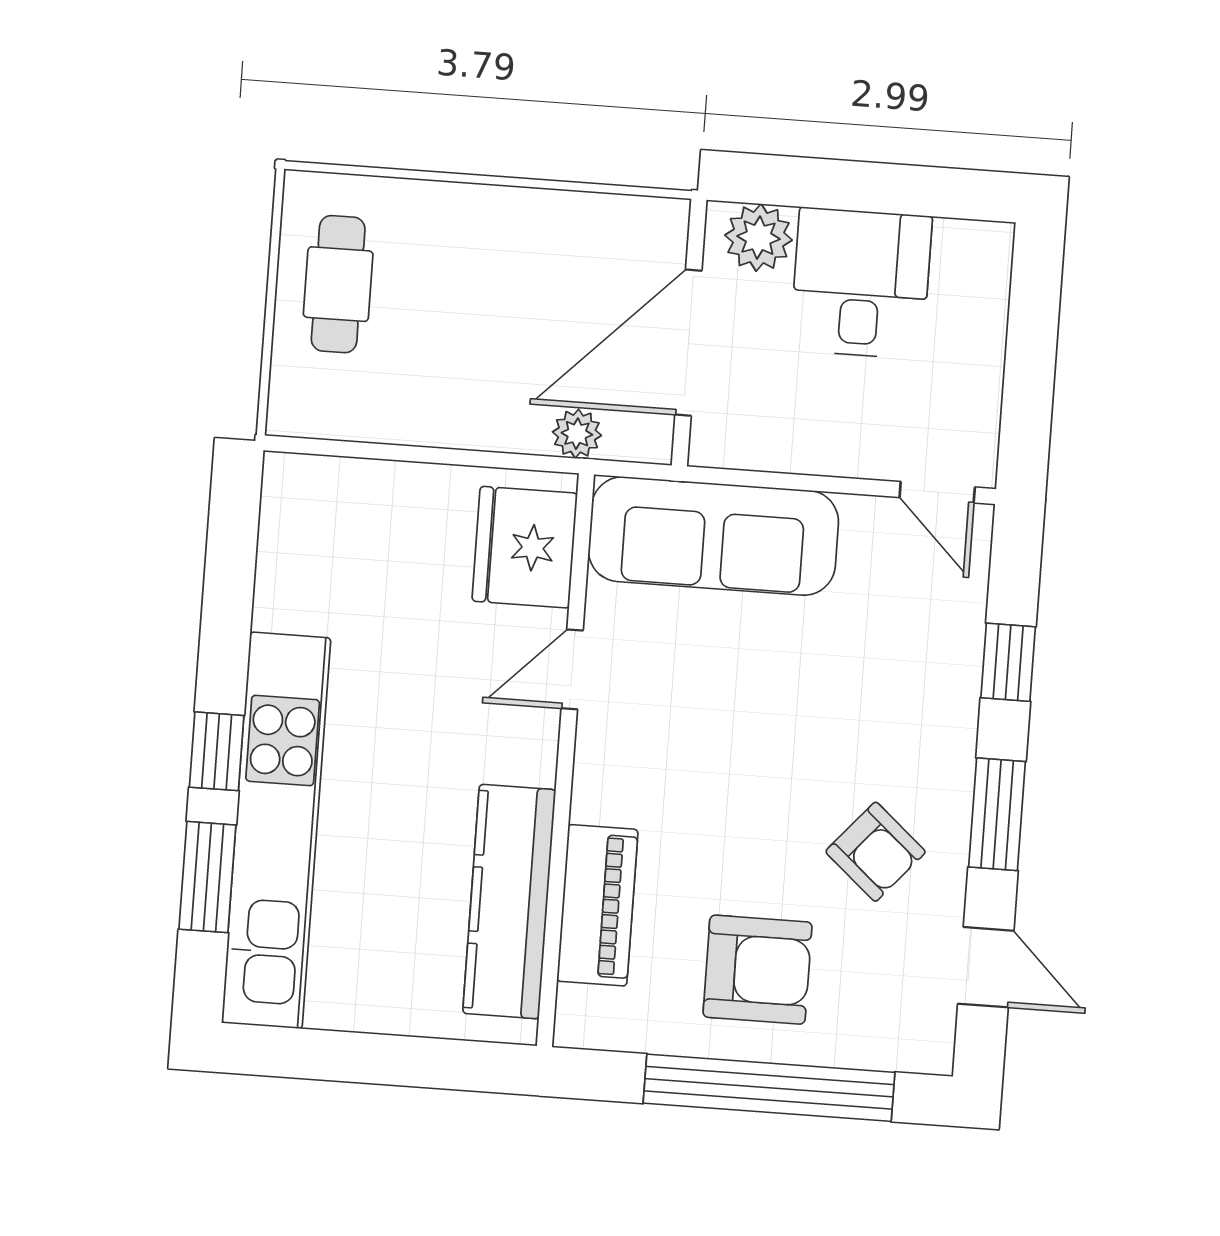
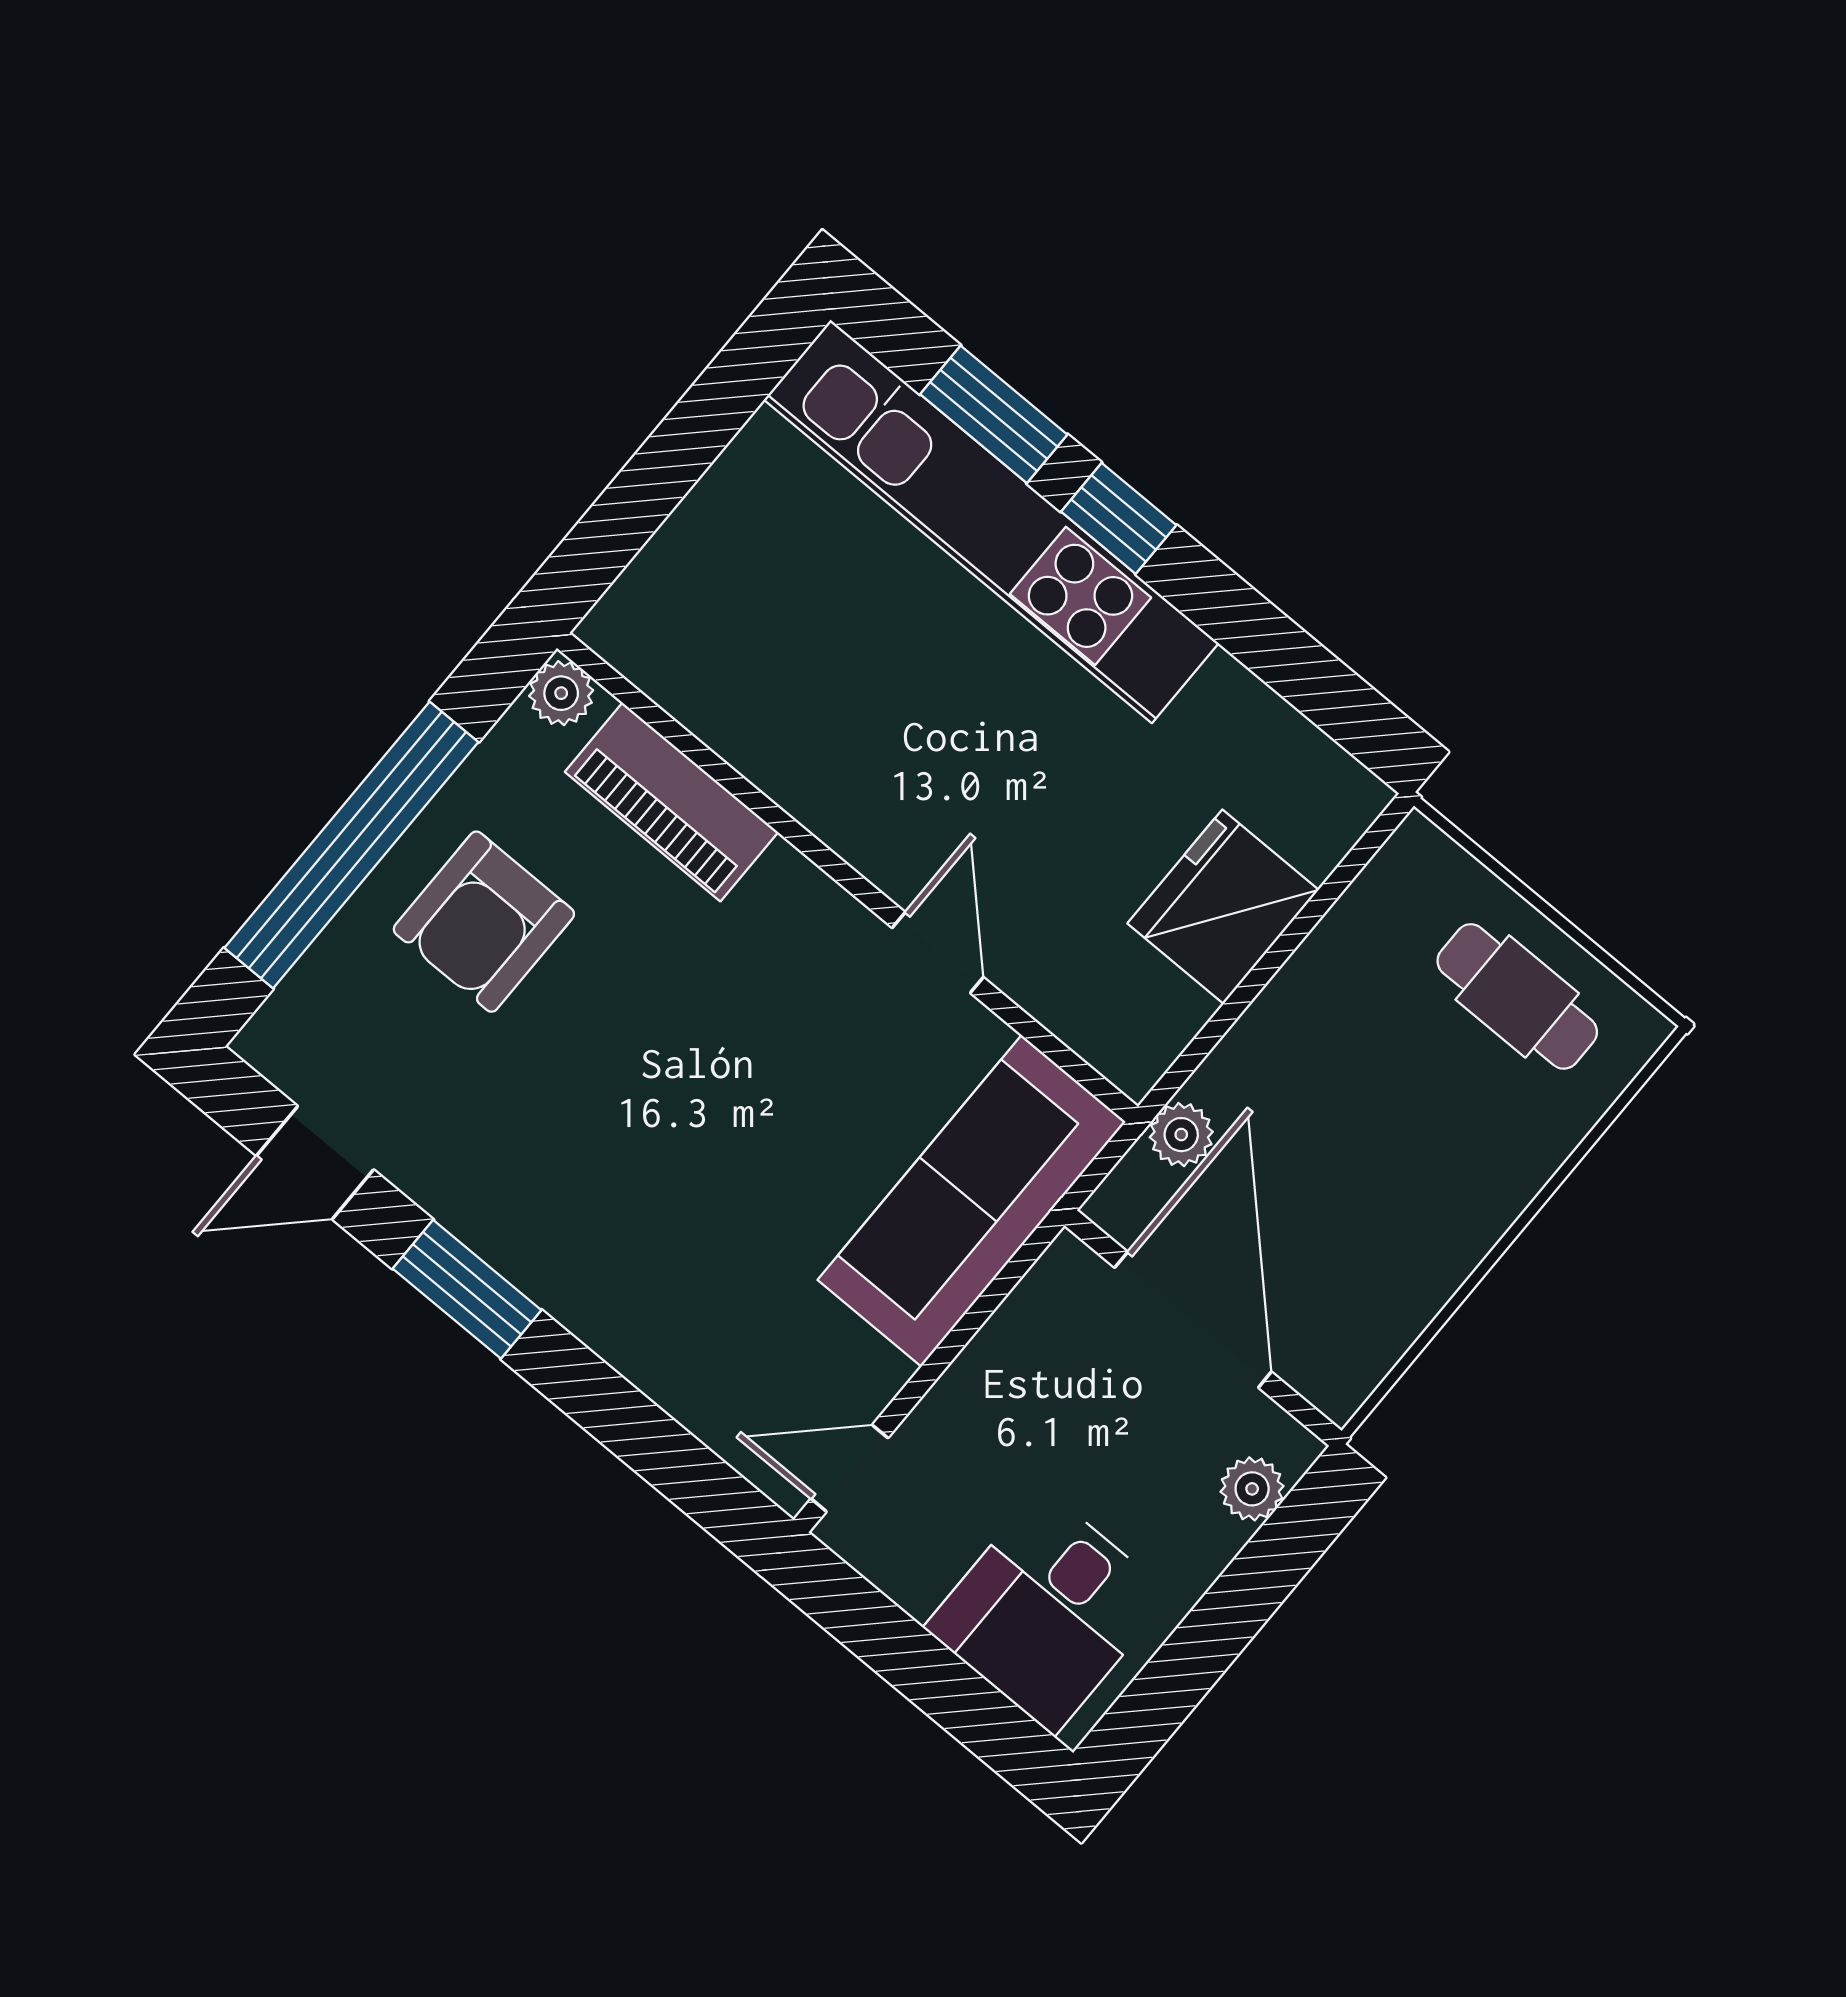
plant: (759, 238) -> (1252, 1489), width x0.73, depth x0.73
desk: (861, 283) -> (1048, 1611), moved, turned 90
fridge: (525, 547) -> (1223, 907), moved, turned -90
window: (1008, 662) -> (618, 1415), removed
armchair: (876, 852) -> (519, 1134), removed
kitchen counter: (509, 902) -> (742, 712), removed
plant: (579, 1024) -> (561, 693), added

